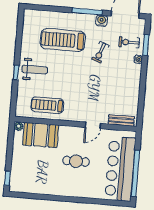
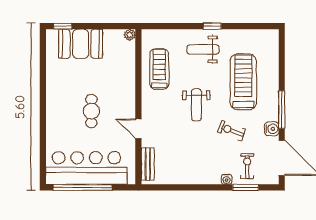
weight bench: (35, 70) -> (203, 49), turned 90
window: (16, 73) -> (212, 26), moved
weight bench: (78, 78) -> (196, 105), added
booth: (41, 135) -> (81, 44), moved, turned 90

